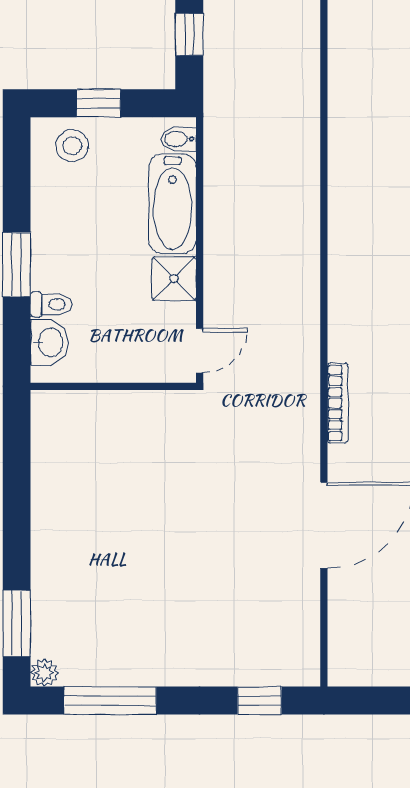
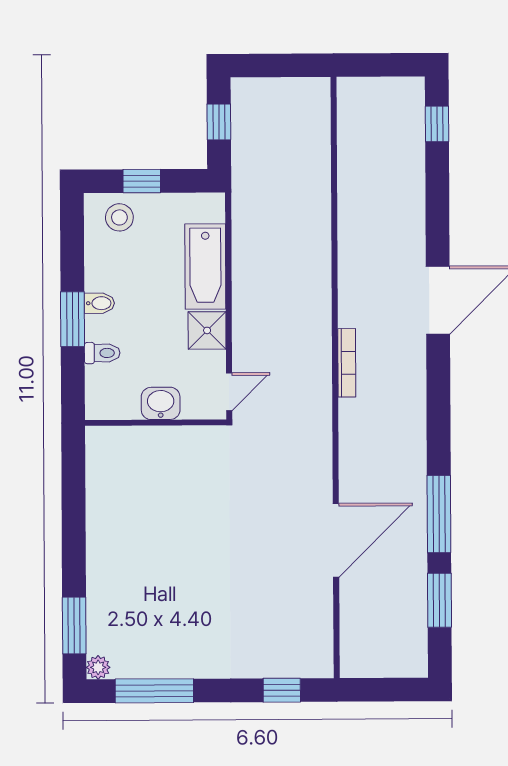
bidet: (178, 139) -> (99, 303), moved, turned 180
washbasin: (49, 342) -> (161, 403), moved, turned -90
bookcase: (338, 403) -> (347, 363), moved

